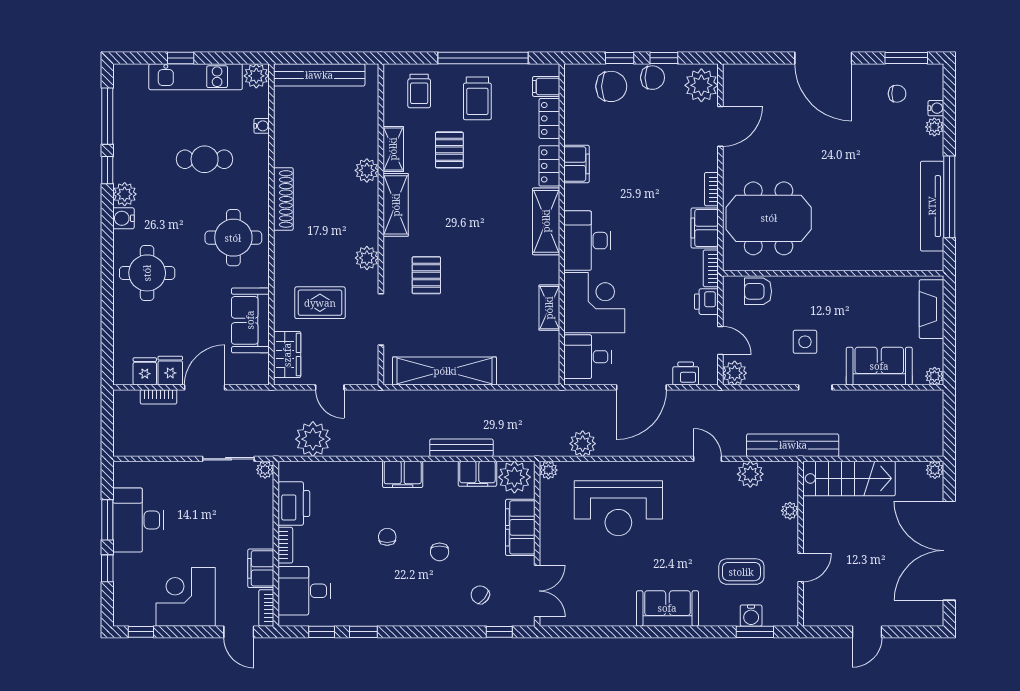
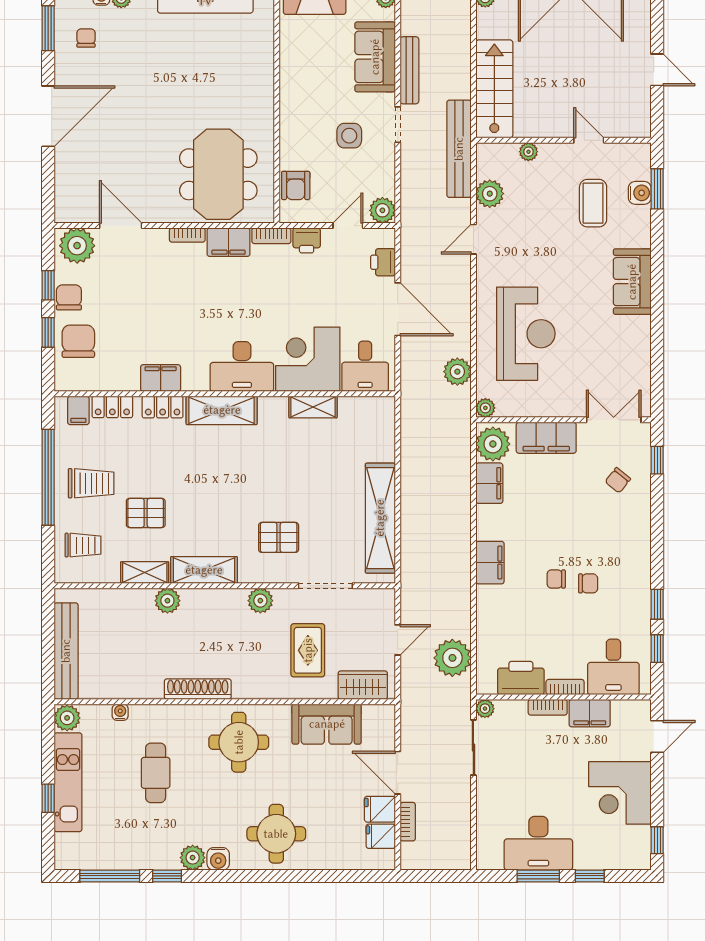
bench: (461, 448) -> (409, 70), moved
chair: (440, 552) -> (588, 583), moved
bookcase: (266, 608) -> (548, 707), moved

